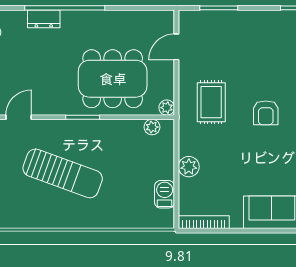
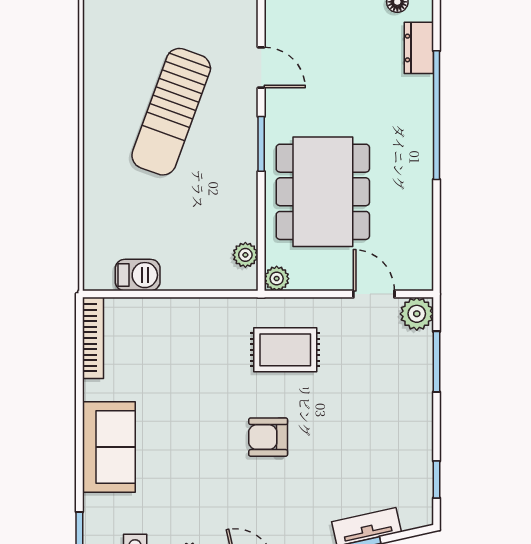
dresser: (44, 19) -> (419, 48), moved
door: (19, 117) -> (261, 67), moved
plant: (189, 167) -> (417, 314), moved

